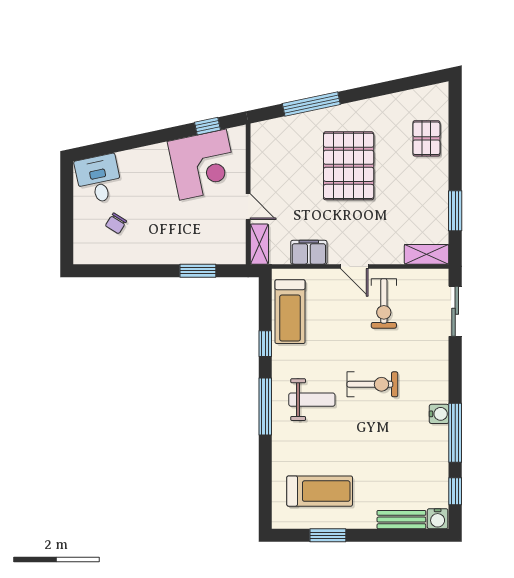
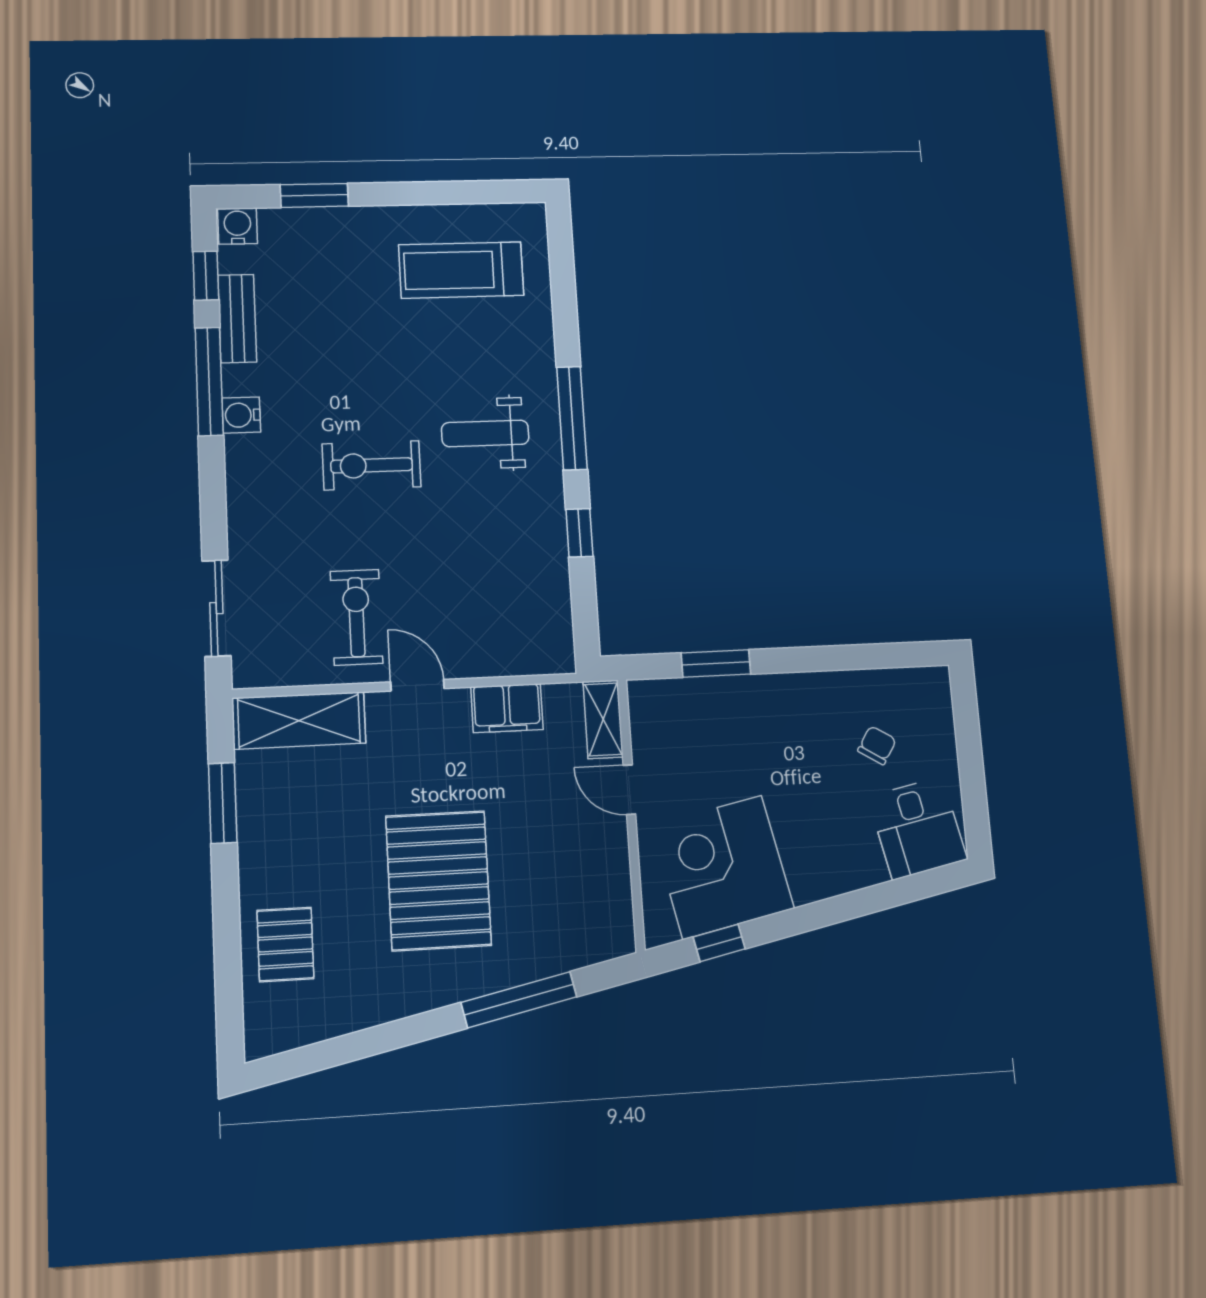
shelving: (427, 254) -> (299, 721), width x1.50, depth x1.33
treadmill: (290, 312) -> (536, 594), removed
bench: (401, 520) -> (237, 318), moved, turned 90
window: (328, 535) -> (314, 195), moved

